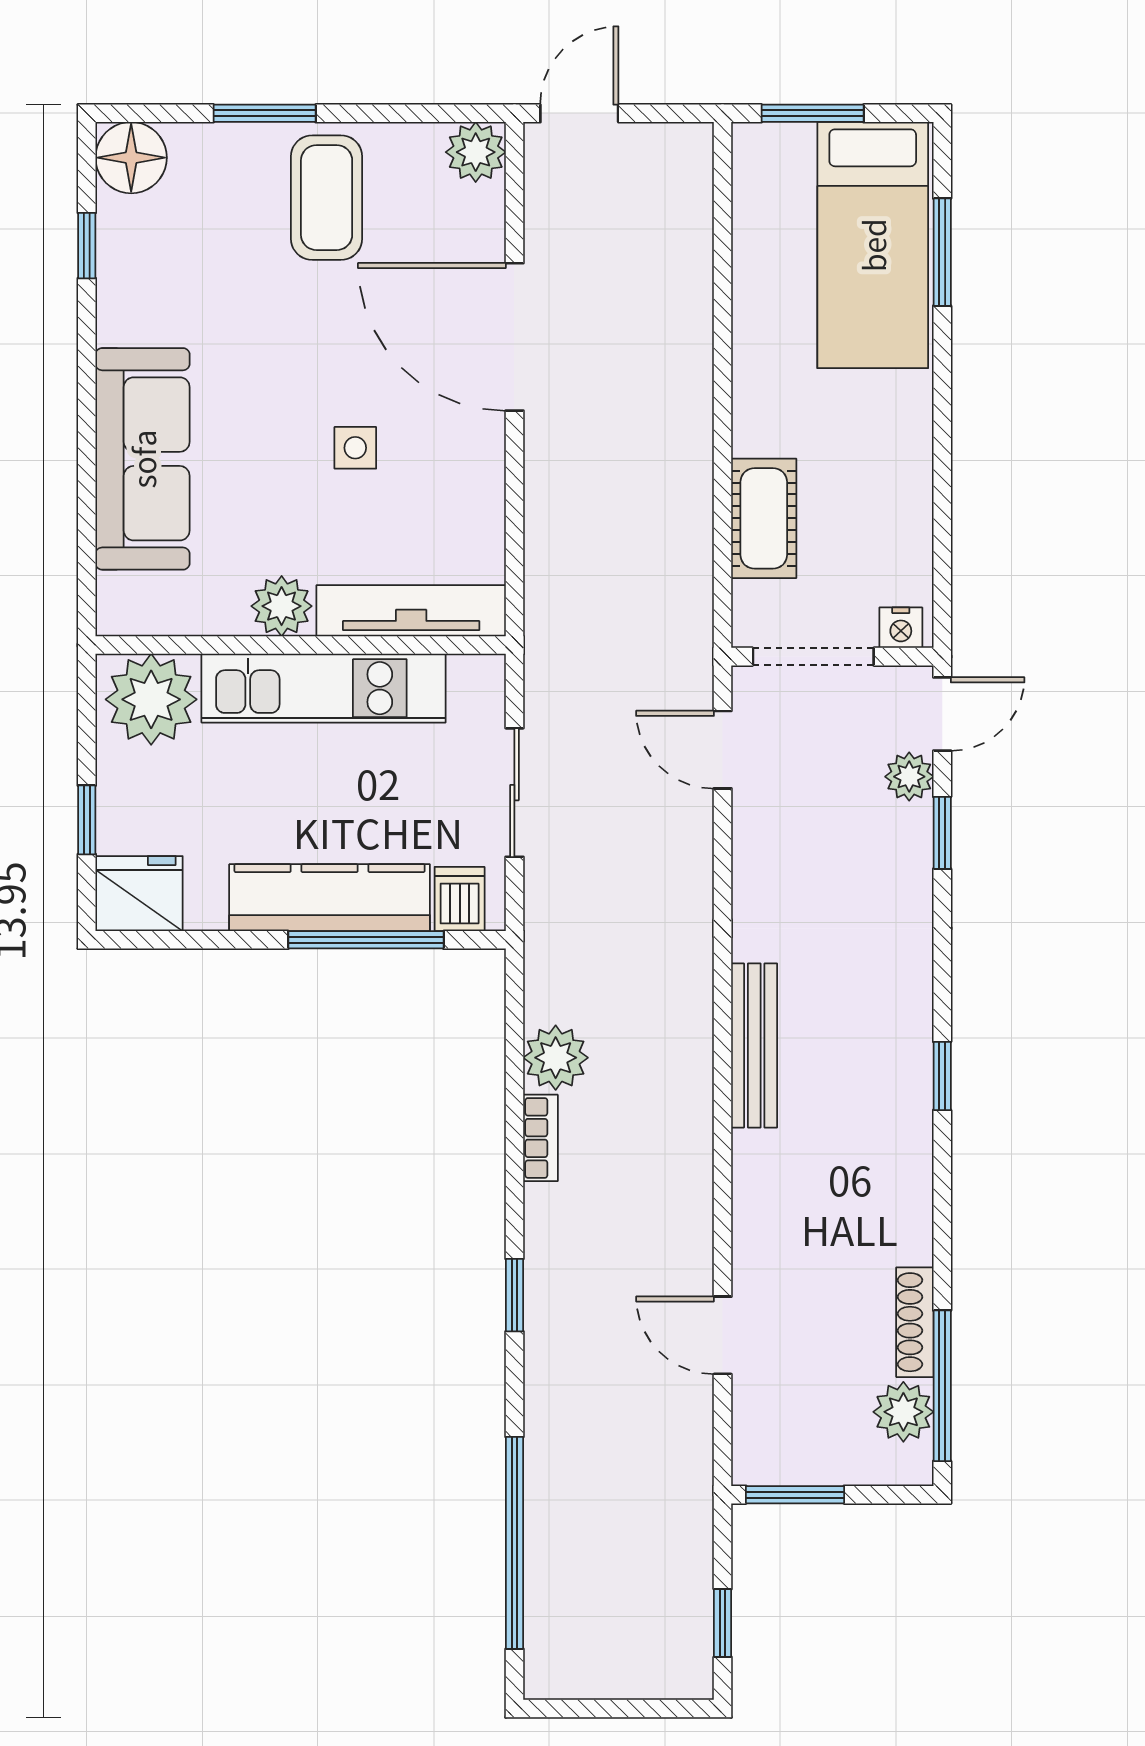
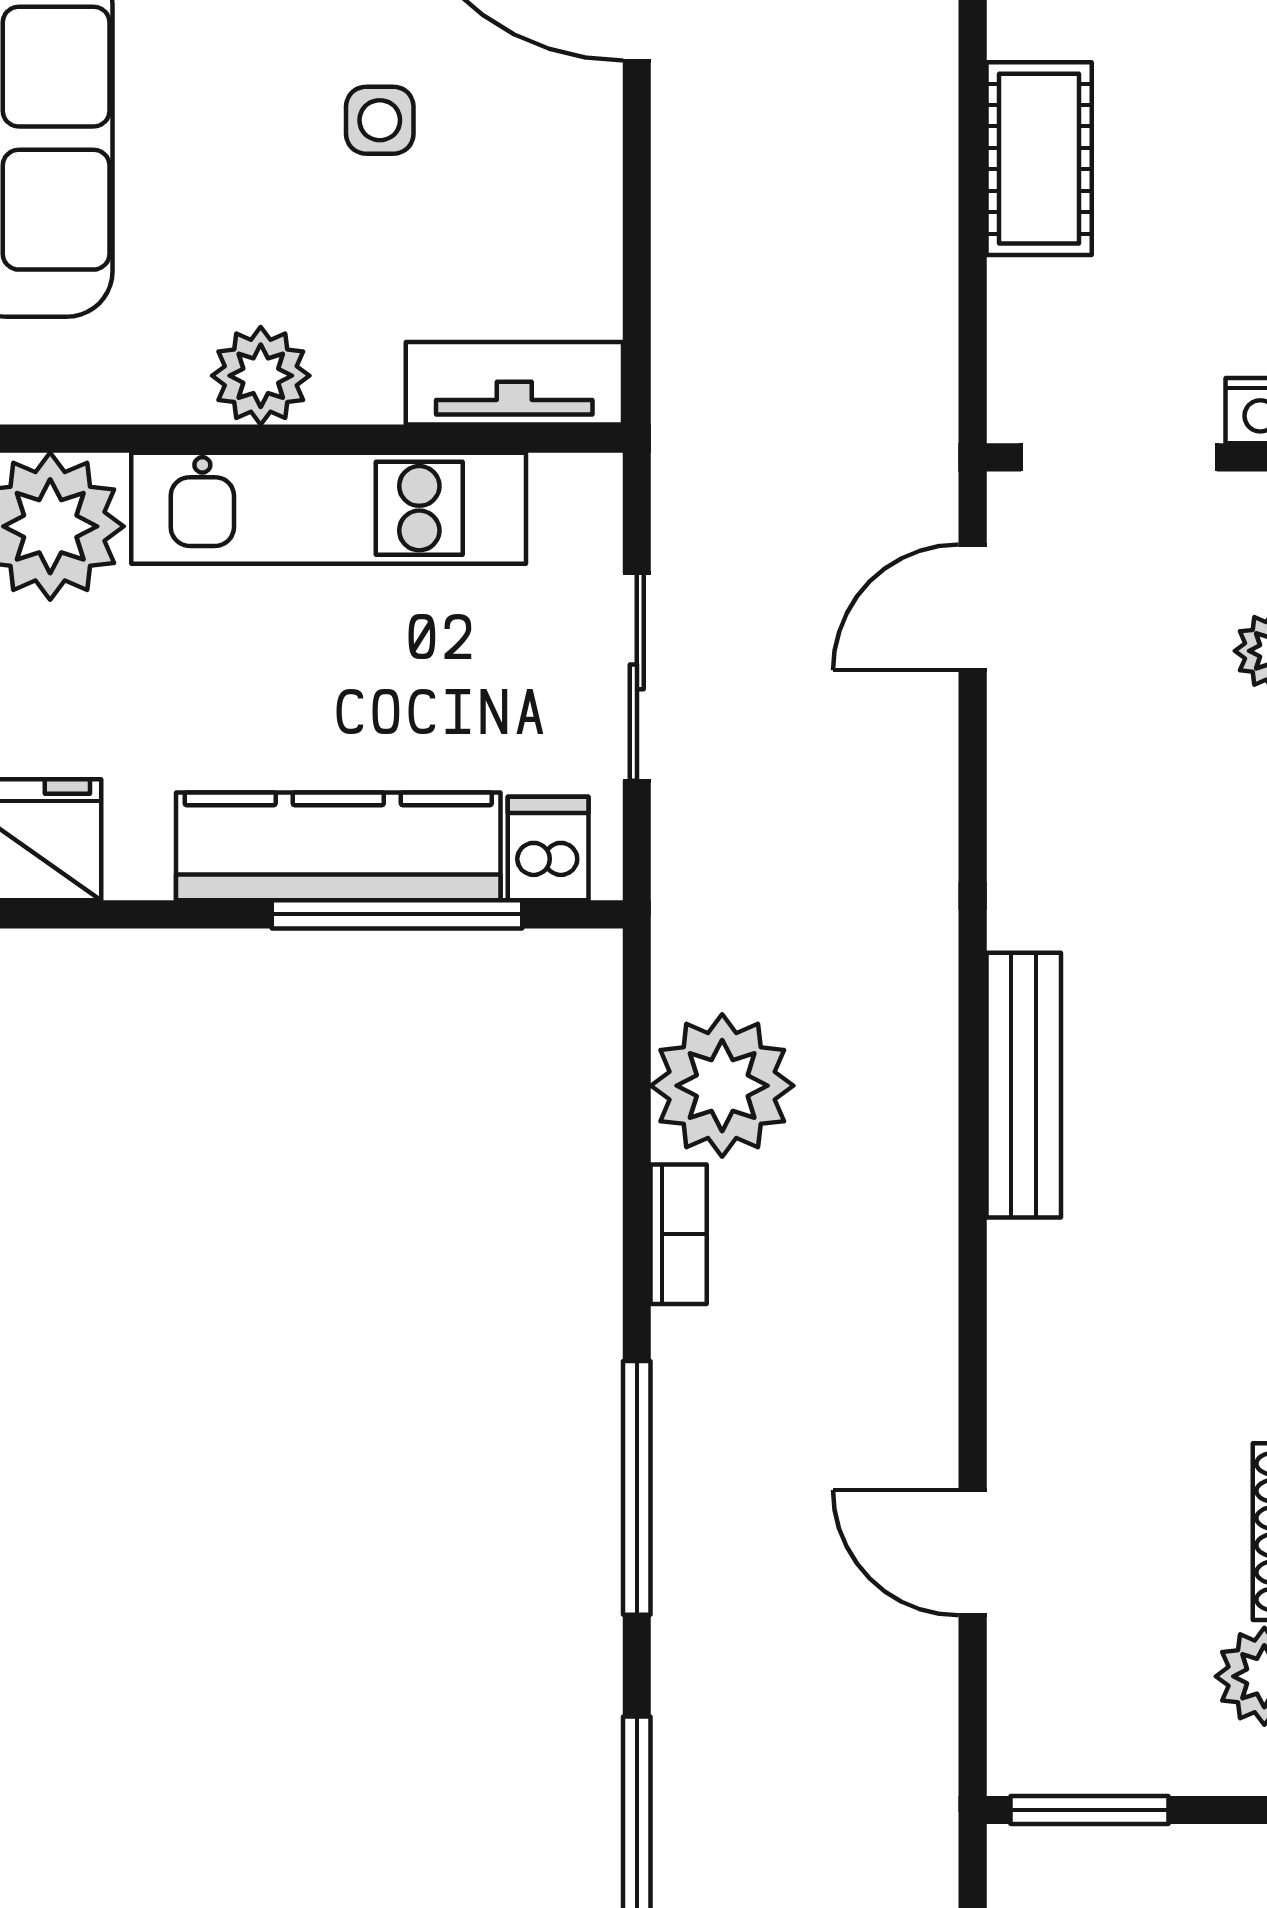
cot: (764, 518) -> (1039, 159), moved
tv unit: (411, 611) -> (514, 383), width x0.71
door: (723, 750) -> (973, 608), hinge flipped
plant: (556, 1058) -> (722, 1086), width x1.36, depth x1.36
window: (514, 1295) -> (637, 1488), width x2.17

